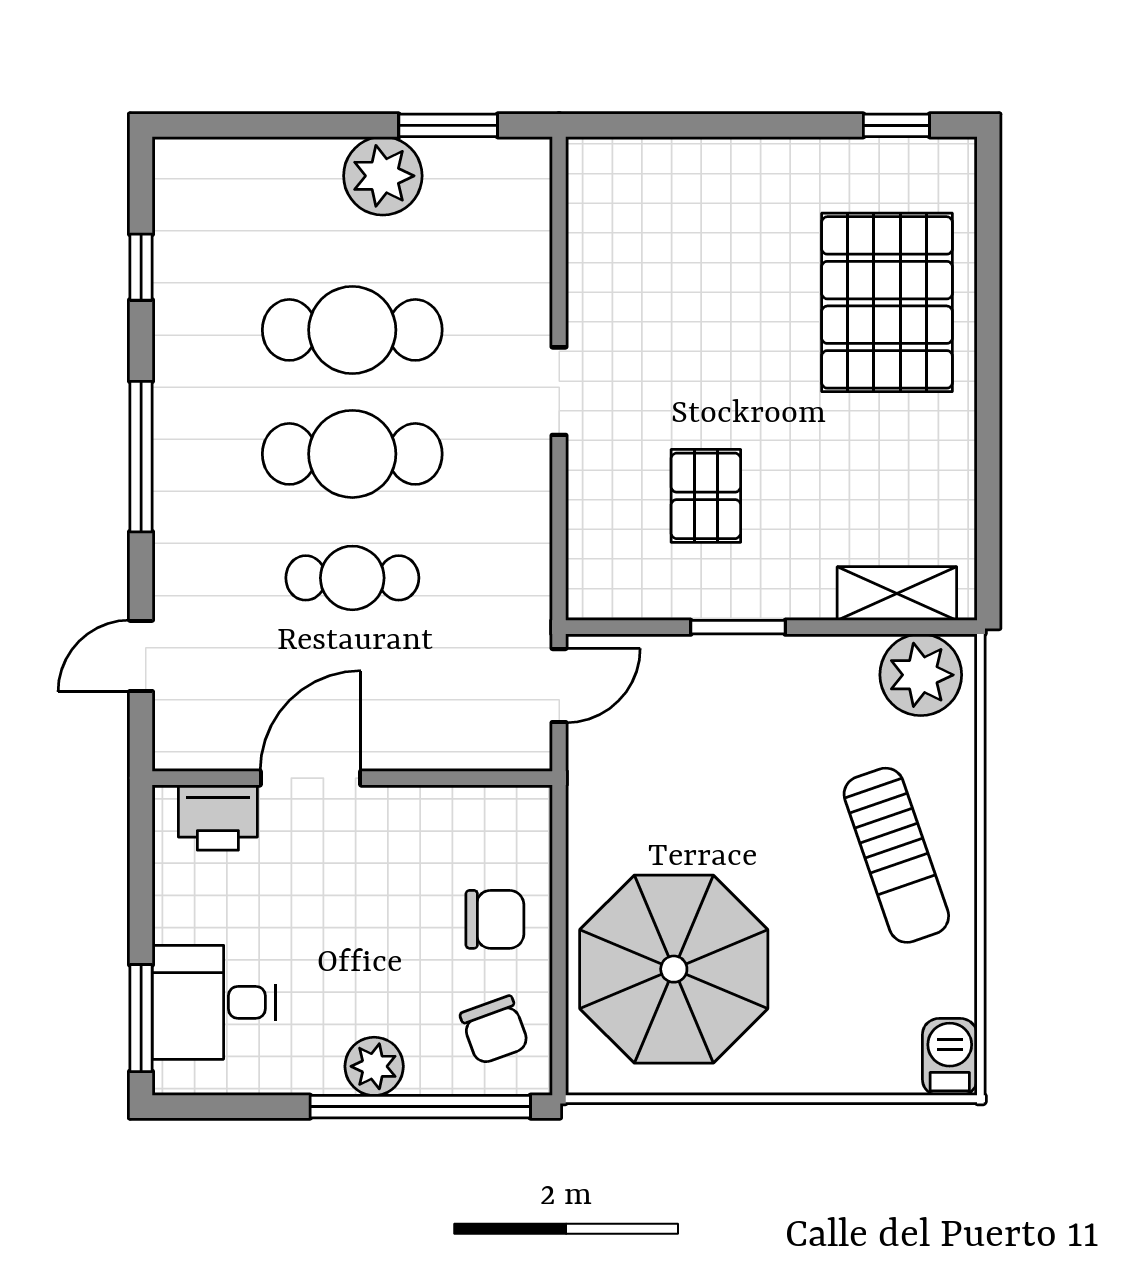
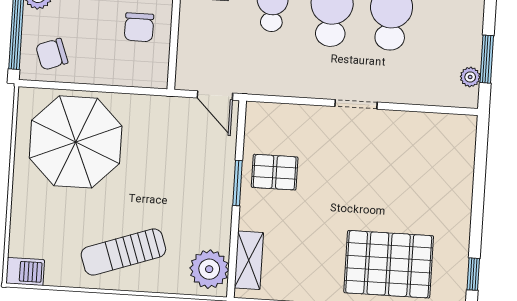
plant: (383, 176) -> (470, 77), moved, width x0.53, depth x0.53
pallet: (706, 496) -> (275, 172), moved
chair: (495, 919) -> (139, 27), moved

